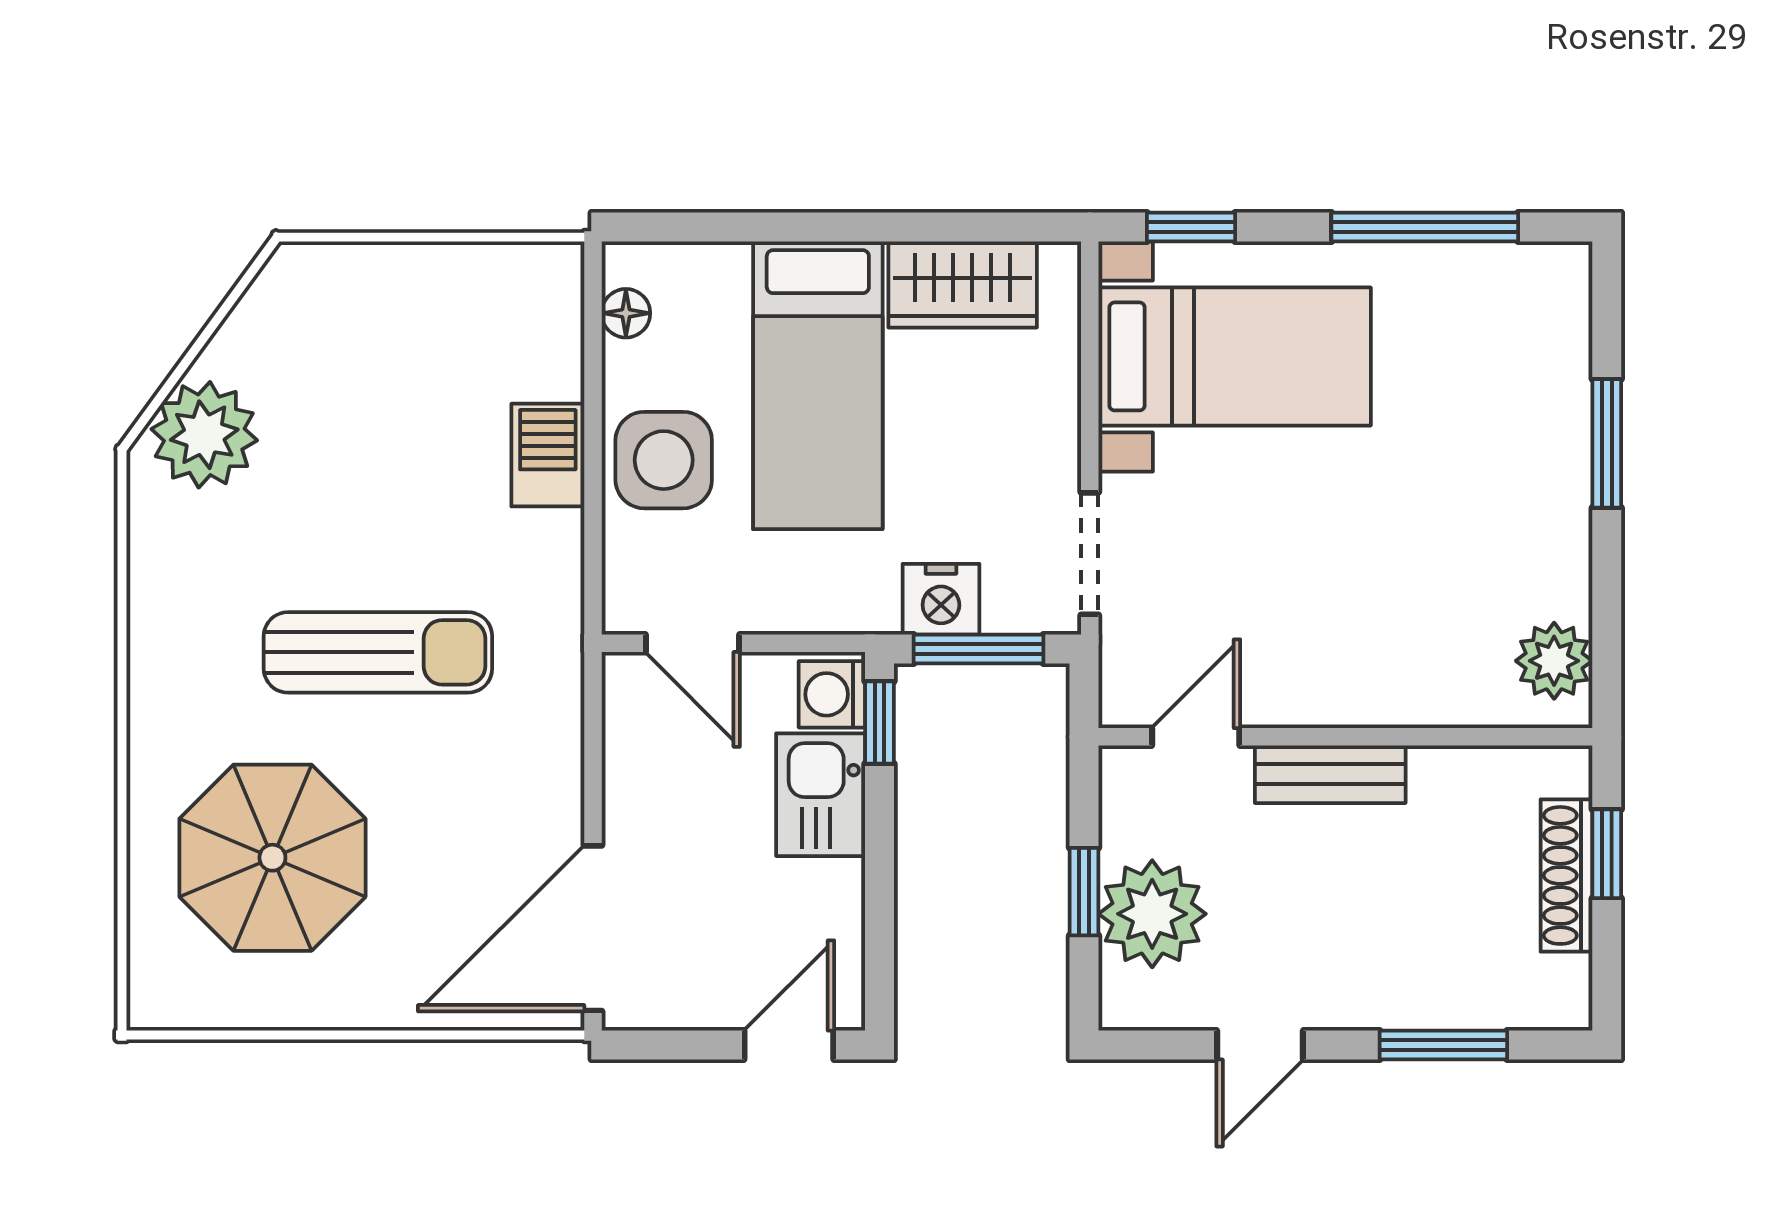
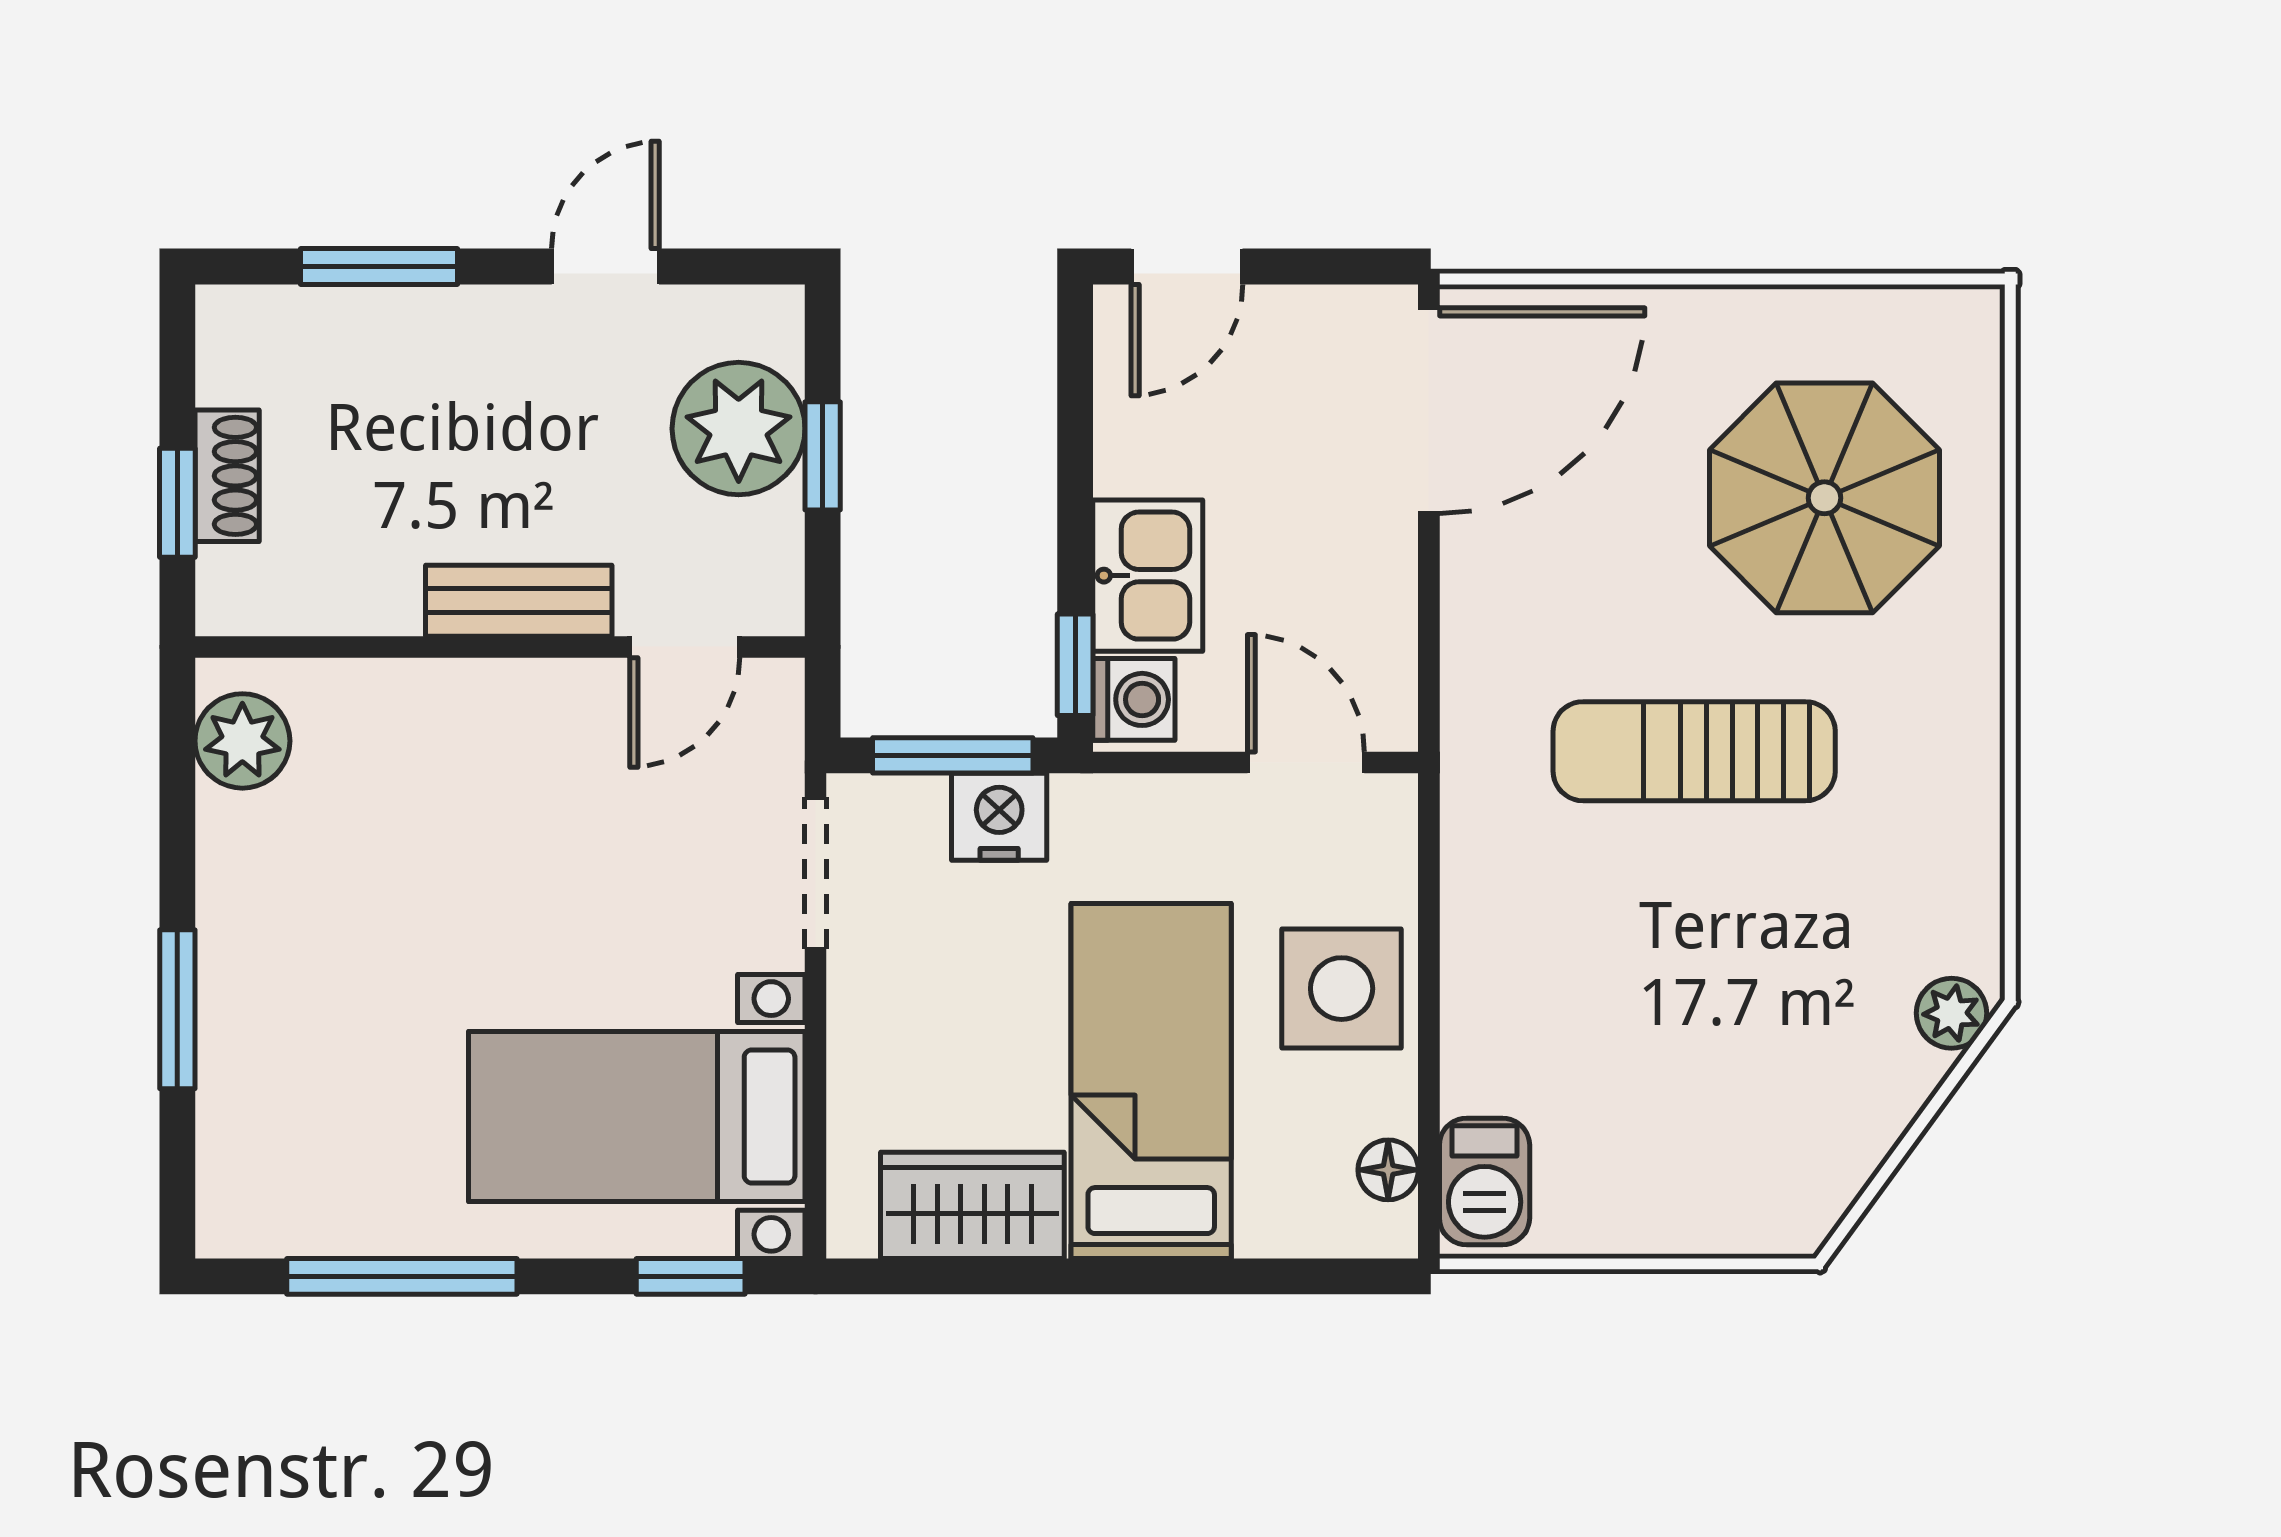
plant: (204, 435) -> (1952, 1013), width x0.53, depth x0.53
barbecue: (548, 455) -> (1485, 1182), moved
shoe rack: (1566, 875) -> (227, 476), width x0.70

